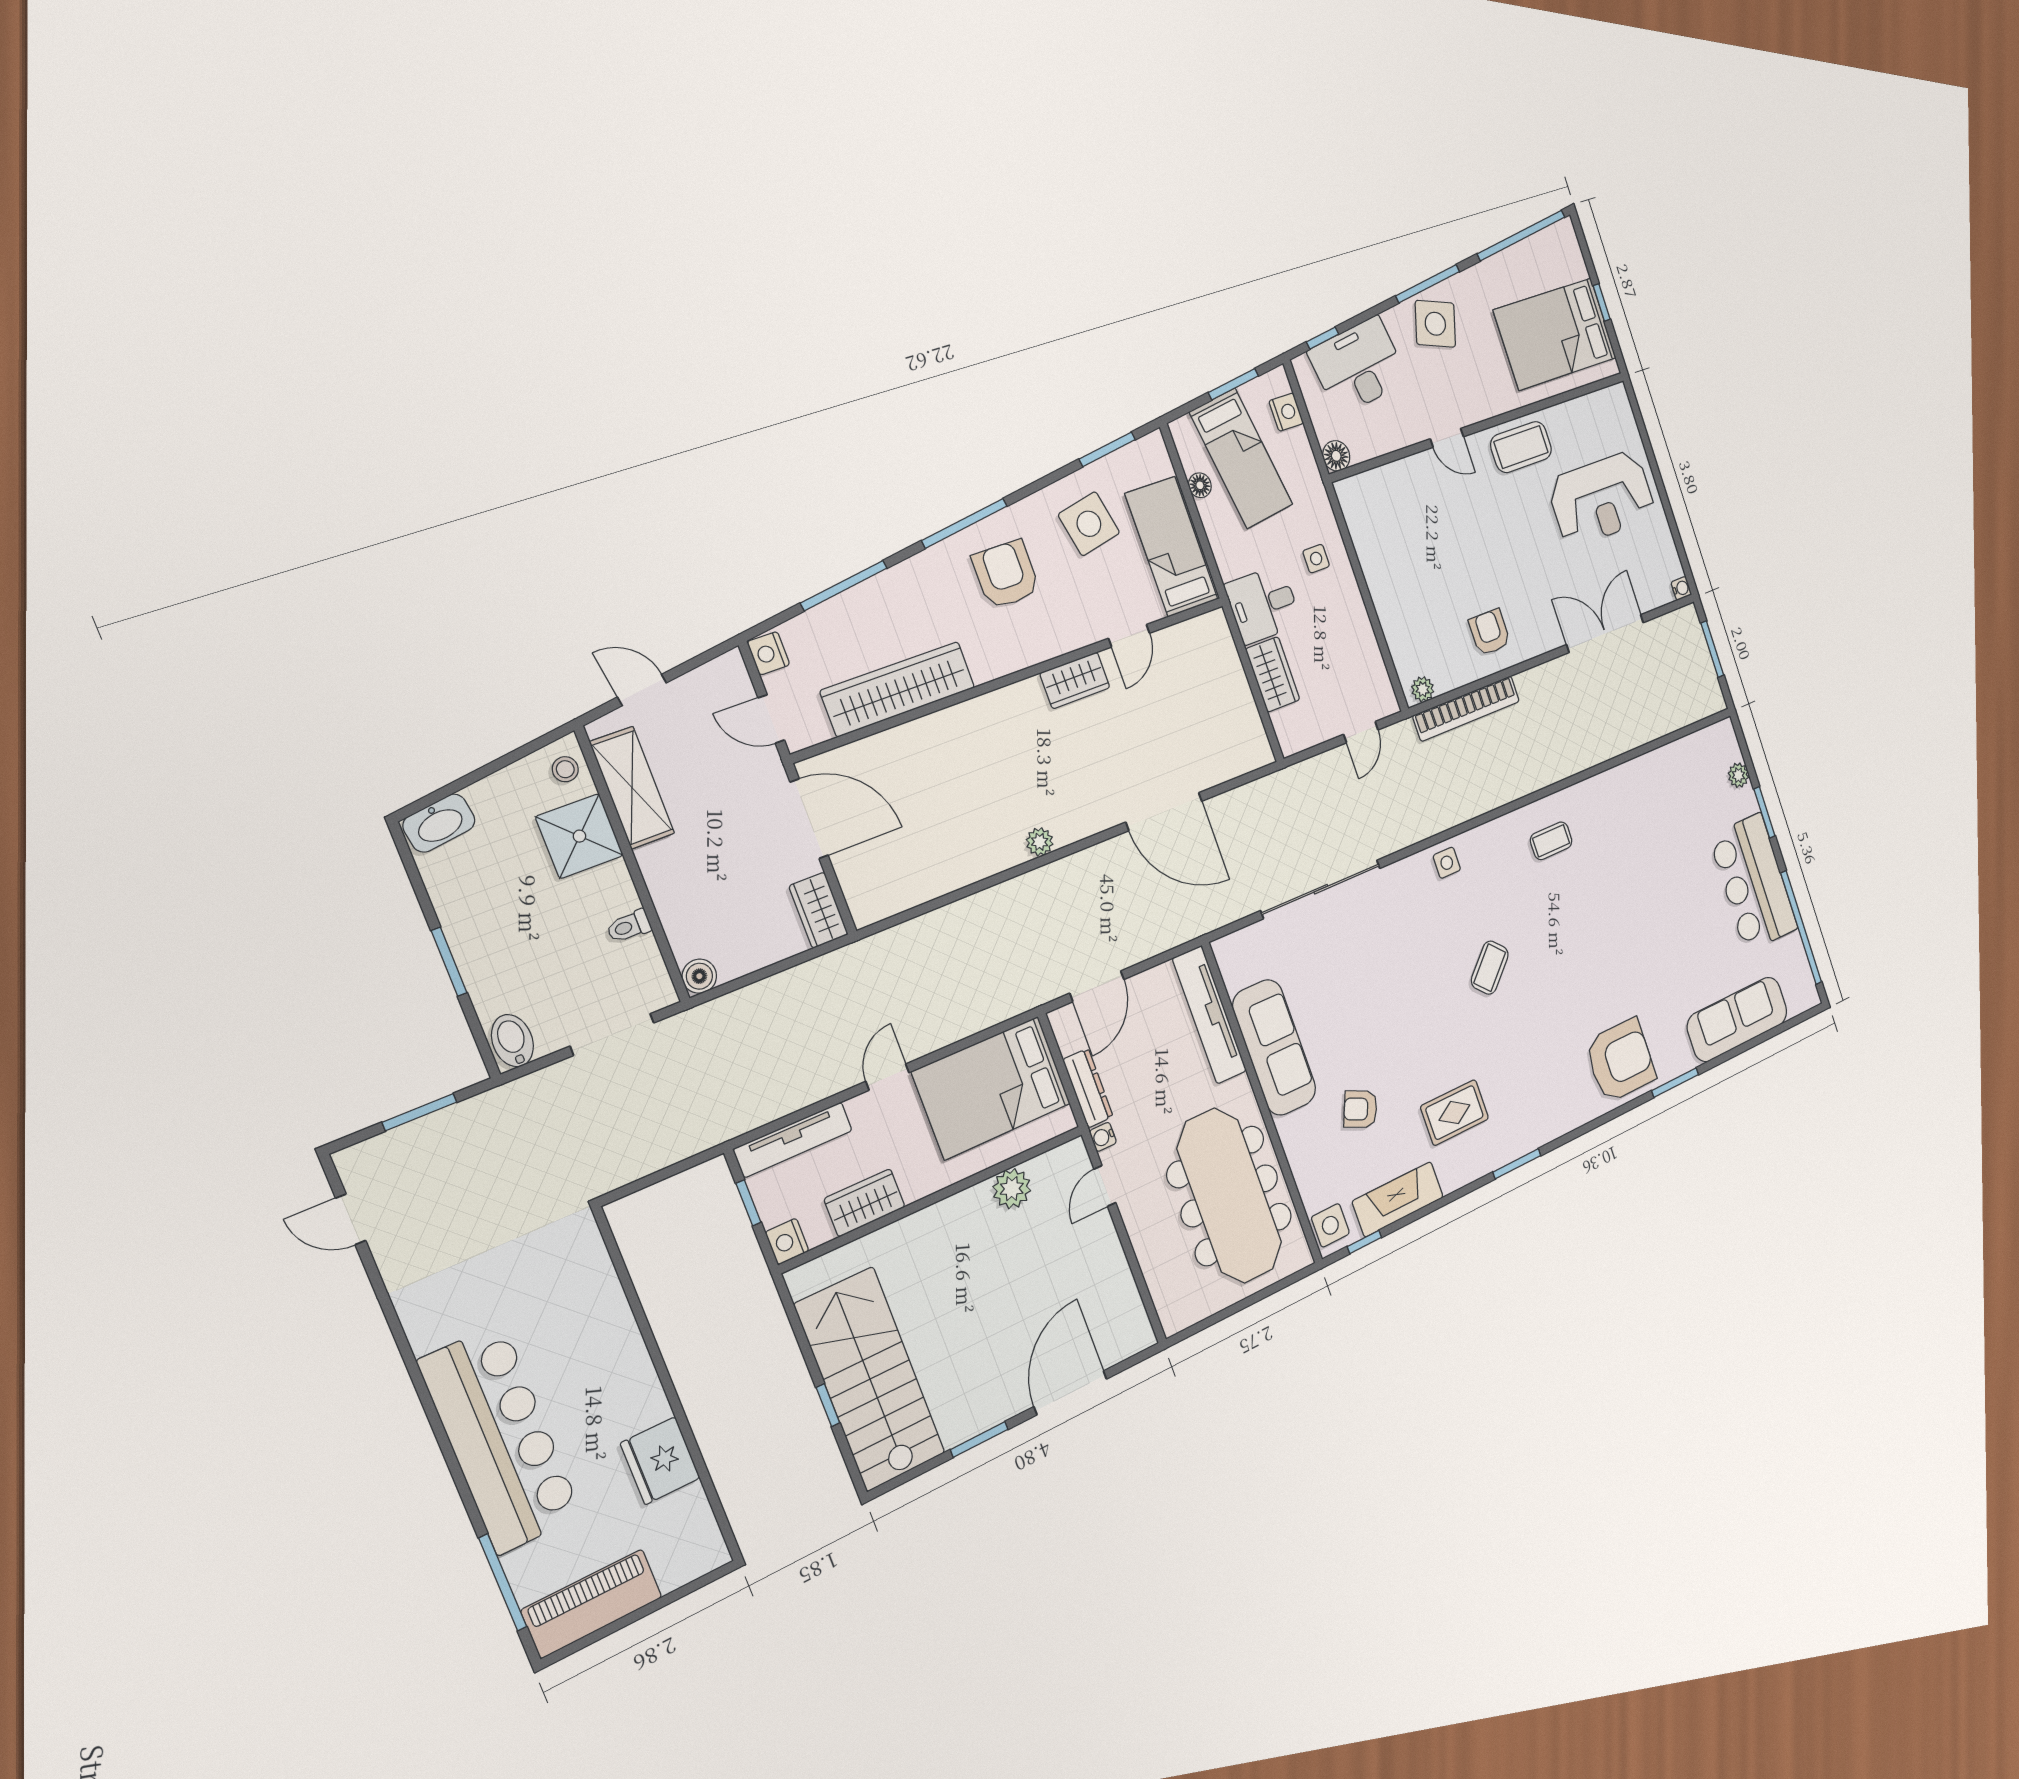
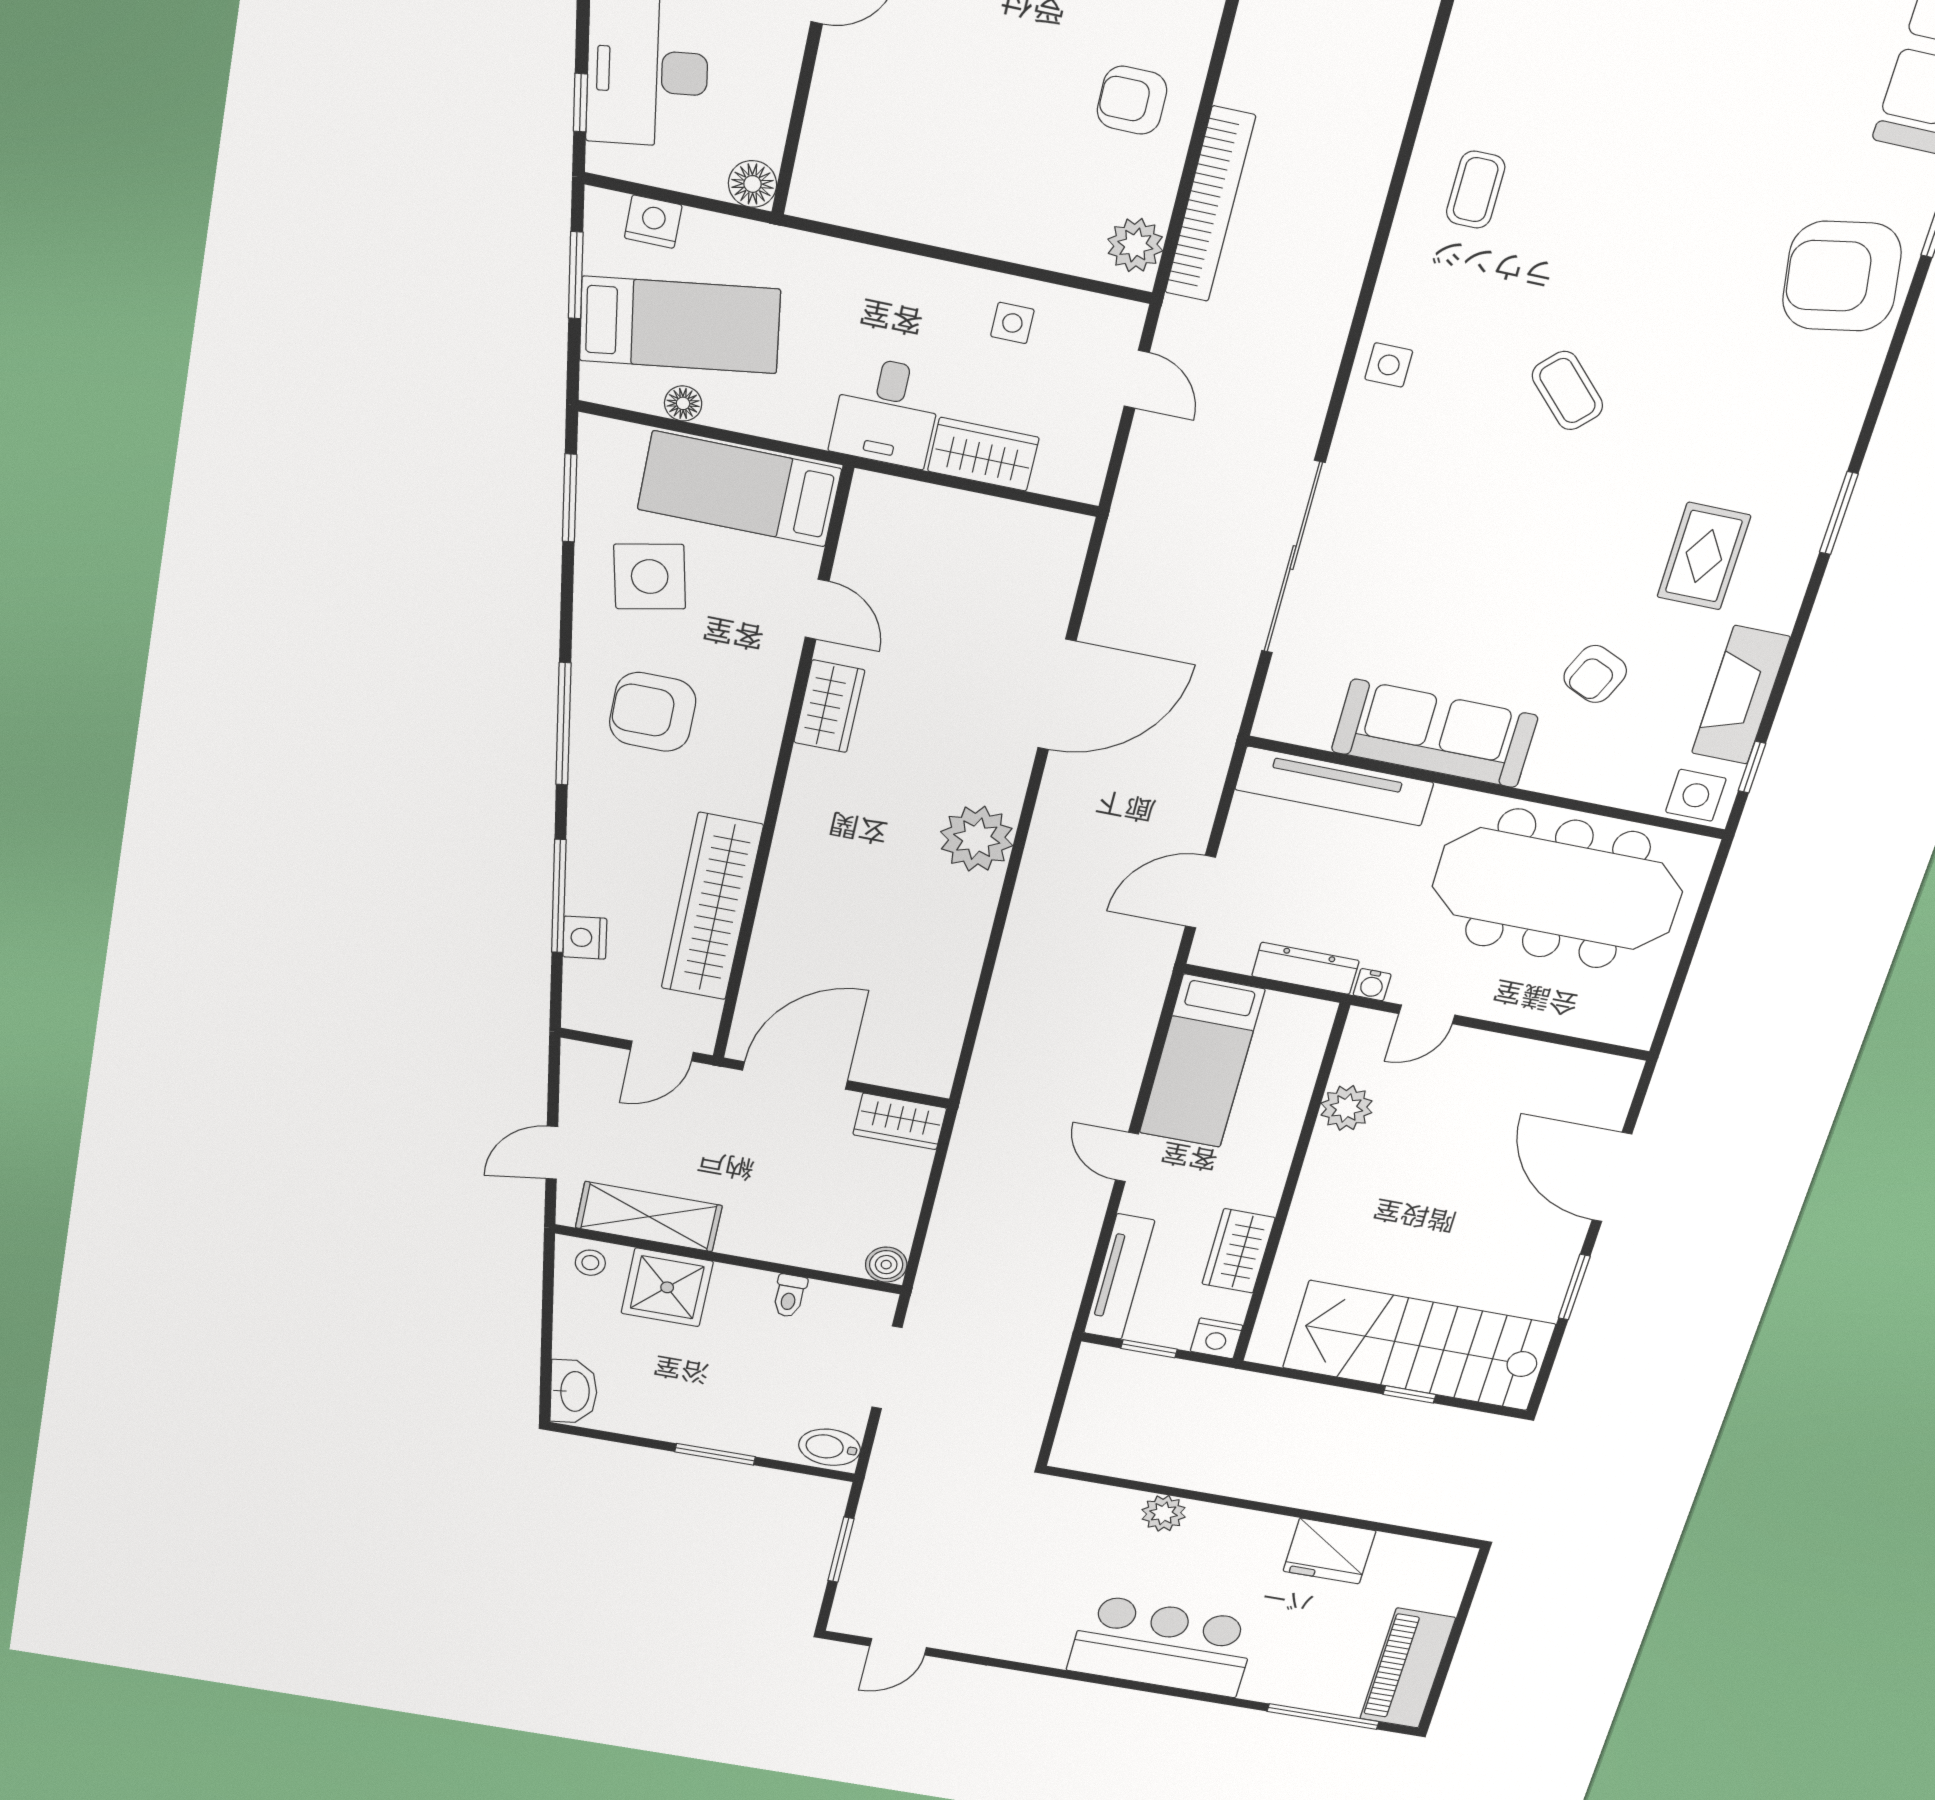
side table: (1316, 559) -> (1012, 323), moved
nightstand: (768, 653) -> (585, 938), moved, turned 82
plant: (1423, 689) -> (1135, 245), width x1.38, depth x1.38
plant: (1040, 842) -> (977, 839), width x1.88, depth x1.88
door: (1097, 986) -> (1200, 892), swing flipped
armchair: (1621, 1060) -> (1842, 276), turned -100
bed: (992, 1088) -> (1202, 1061), width x0.67
door: (1105, 1186) -> (1427, 1014), hinge flipped
plant: (614, 1319) -> (1164, 1513), added
bar counter: (500, 1439) -> (1162, 1646), width x0.73

